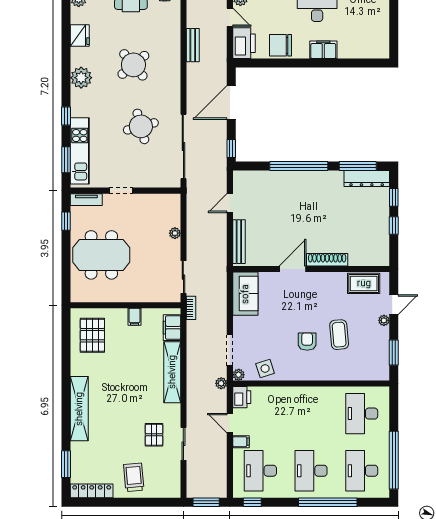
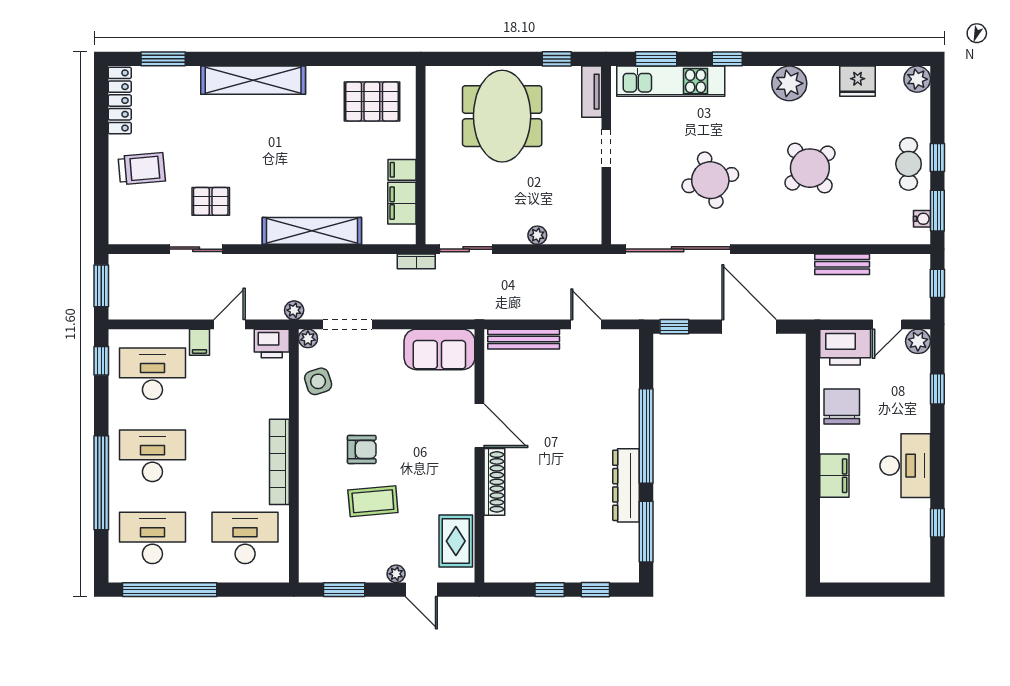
dresser: (367, 178) -> (626, 485), moved
filing cabinet: (172, 328) -> (402, 203), moved, turned -90
bookcase: (315, 392) -> (279, 462), added

